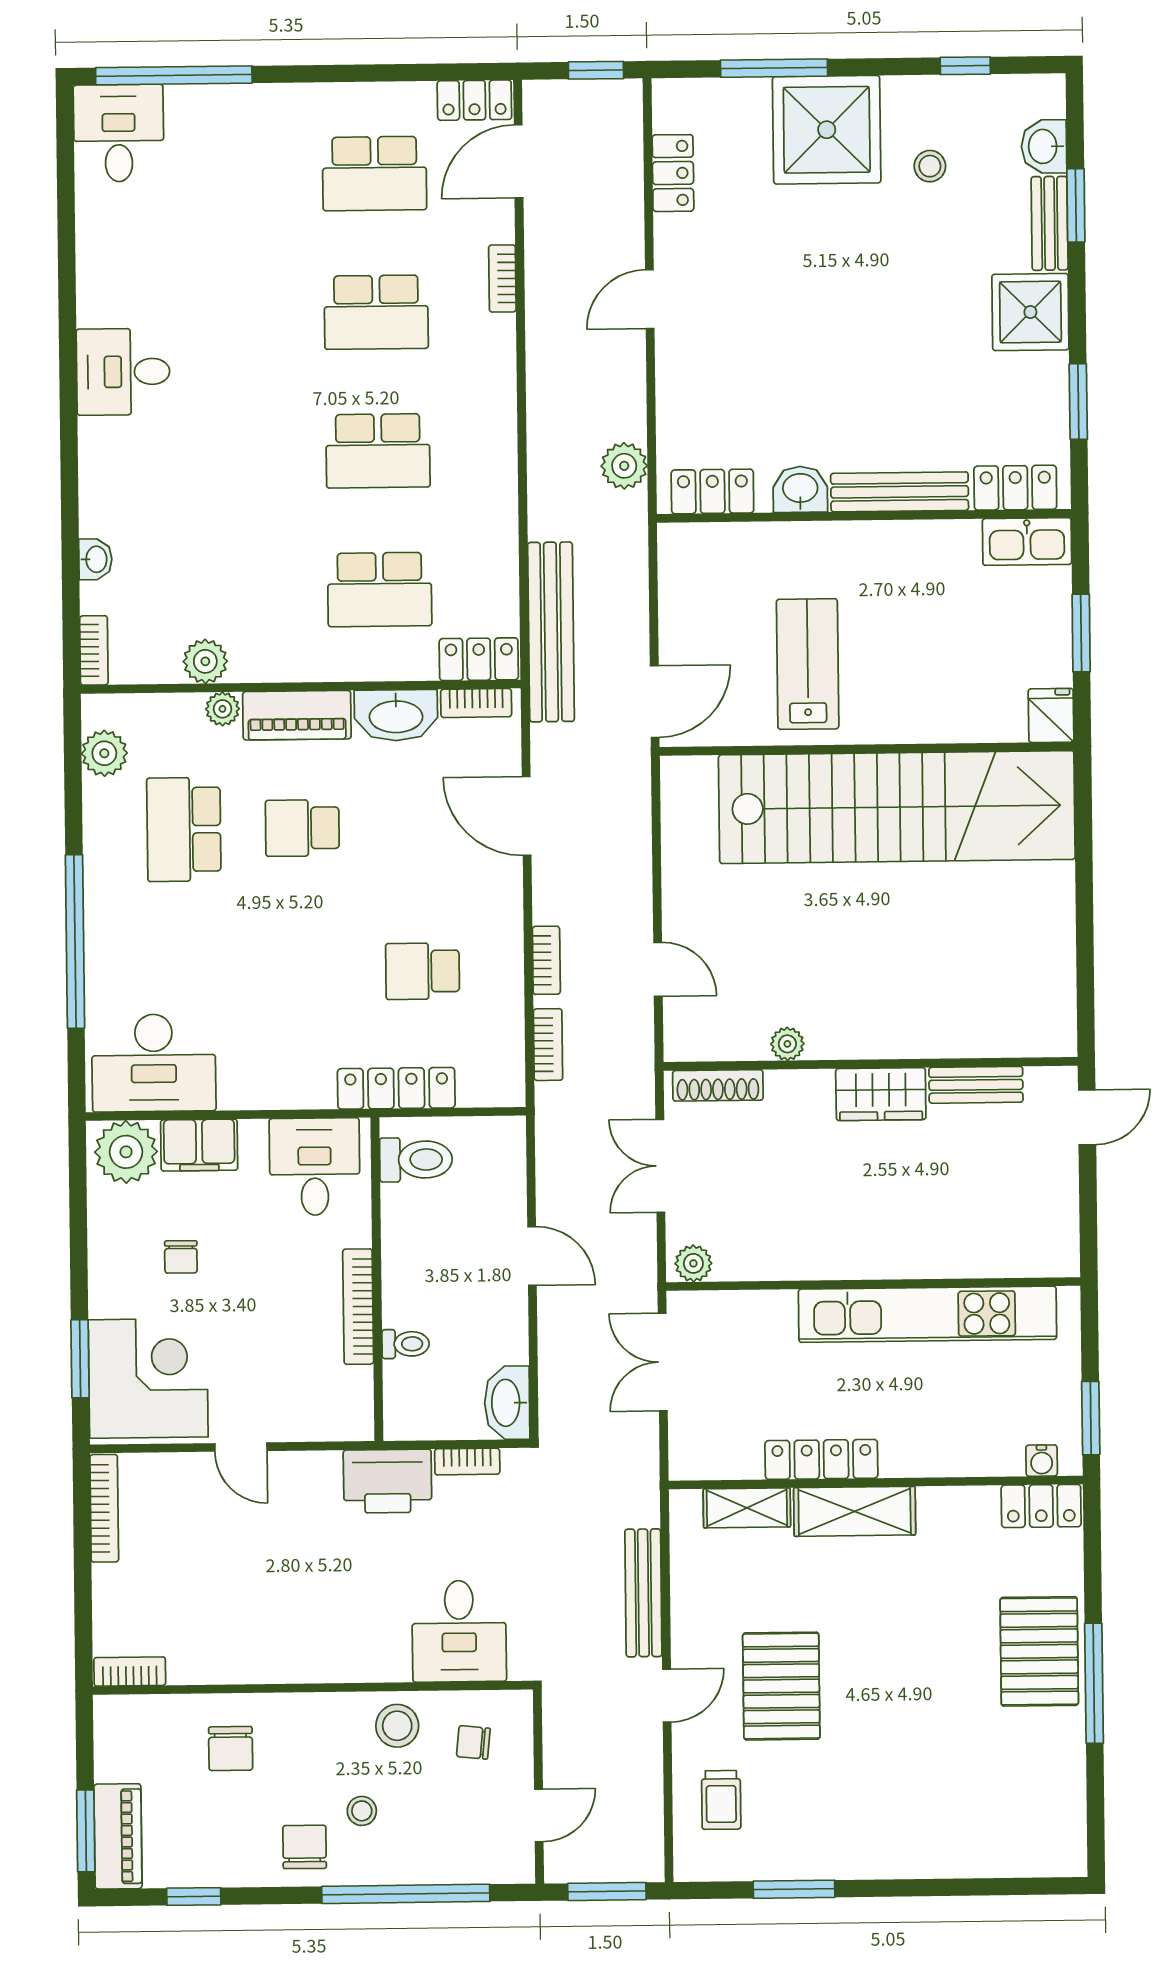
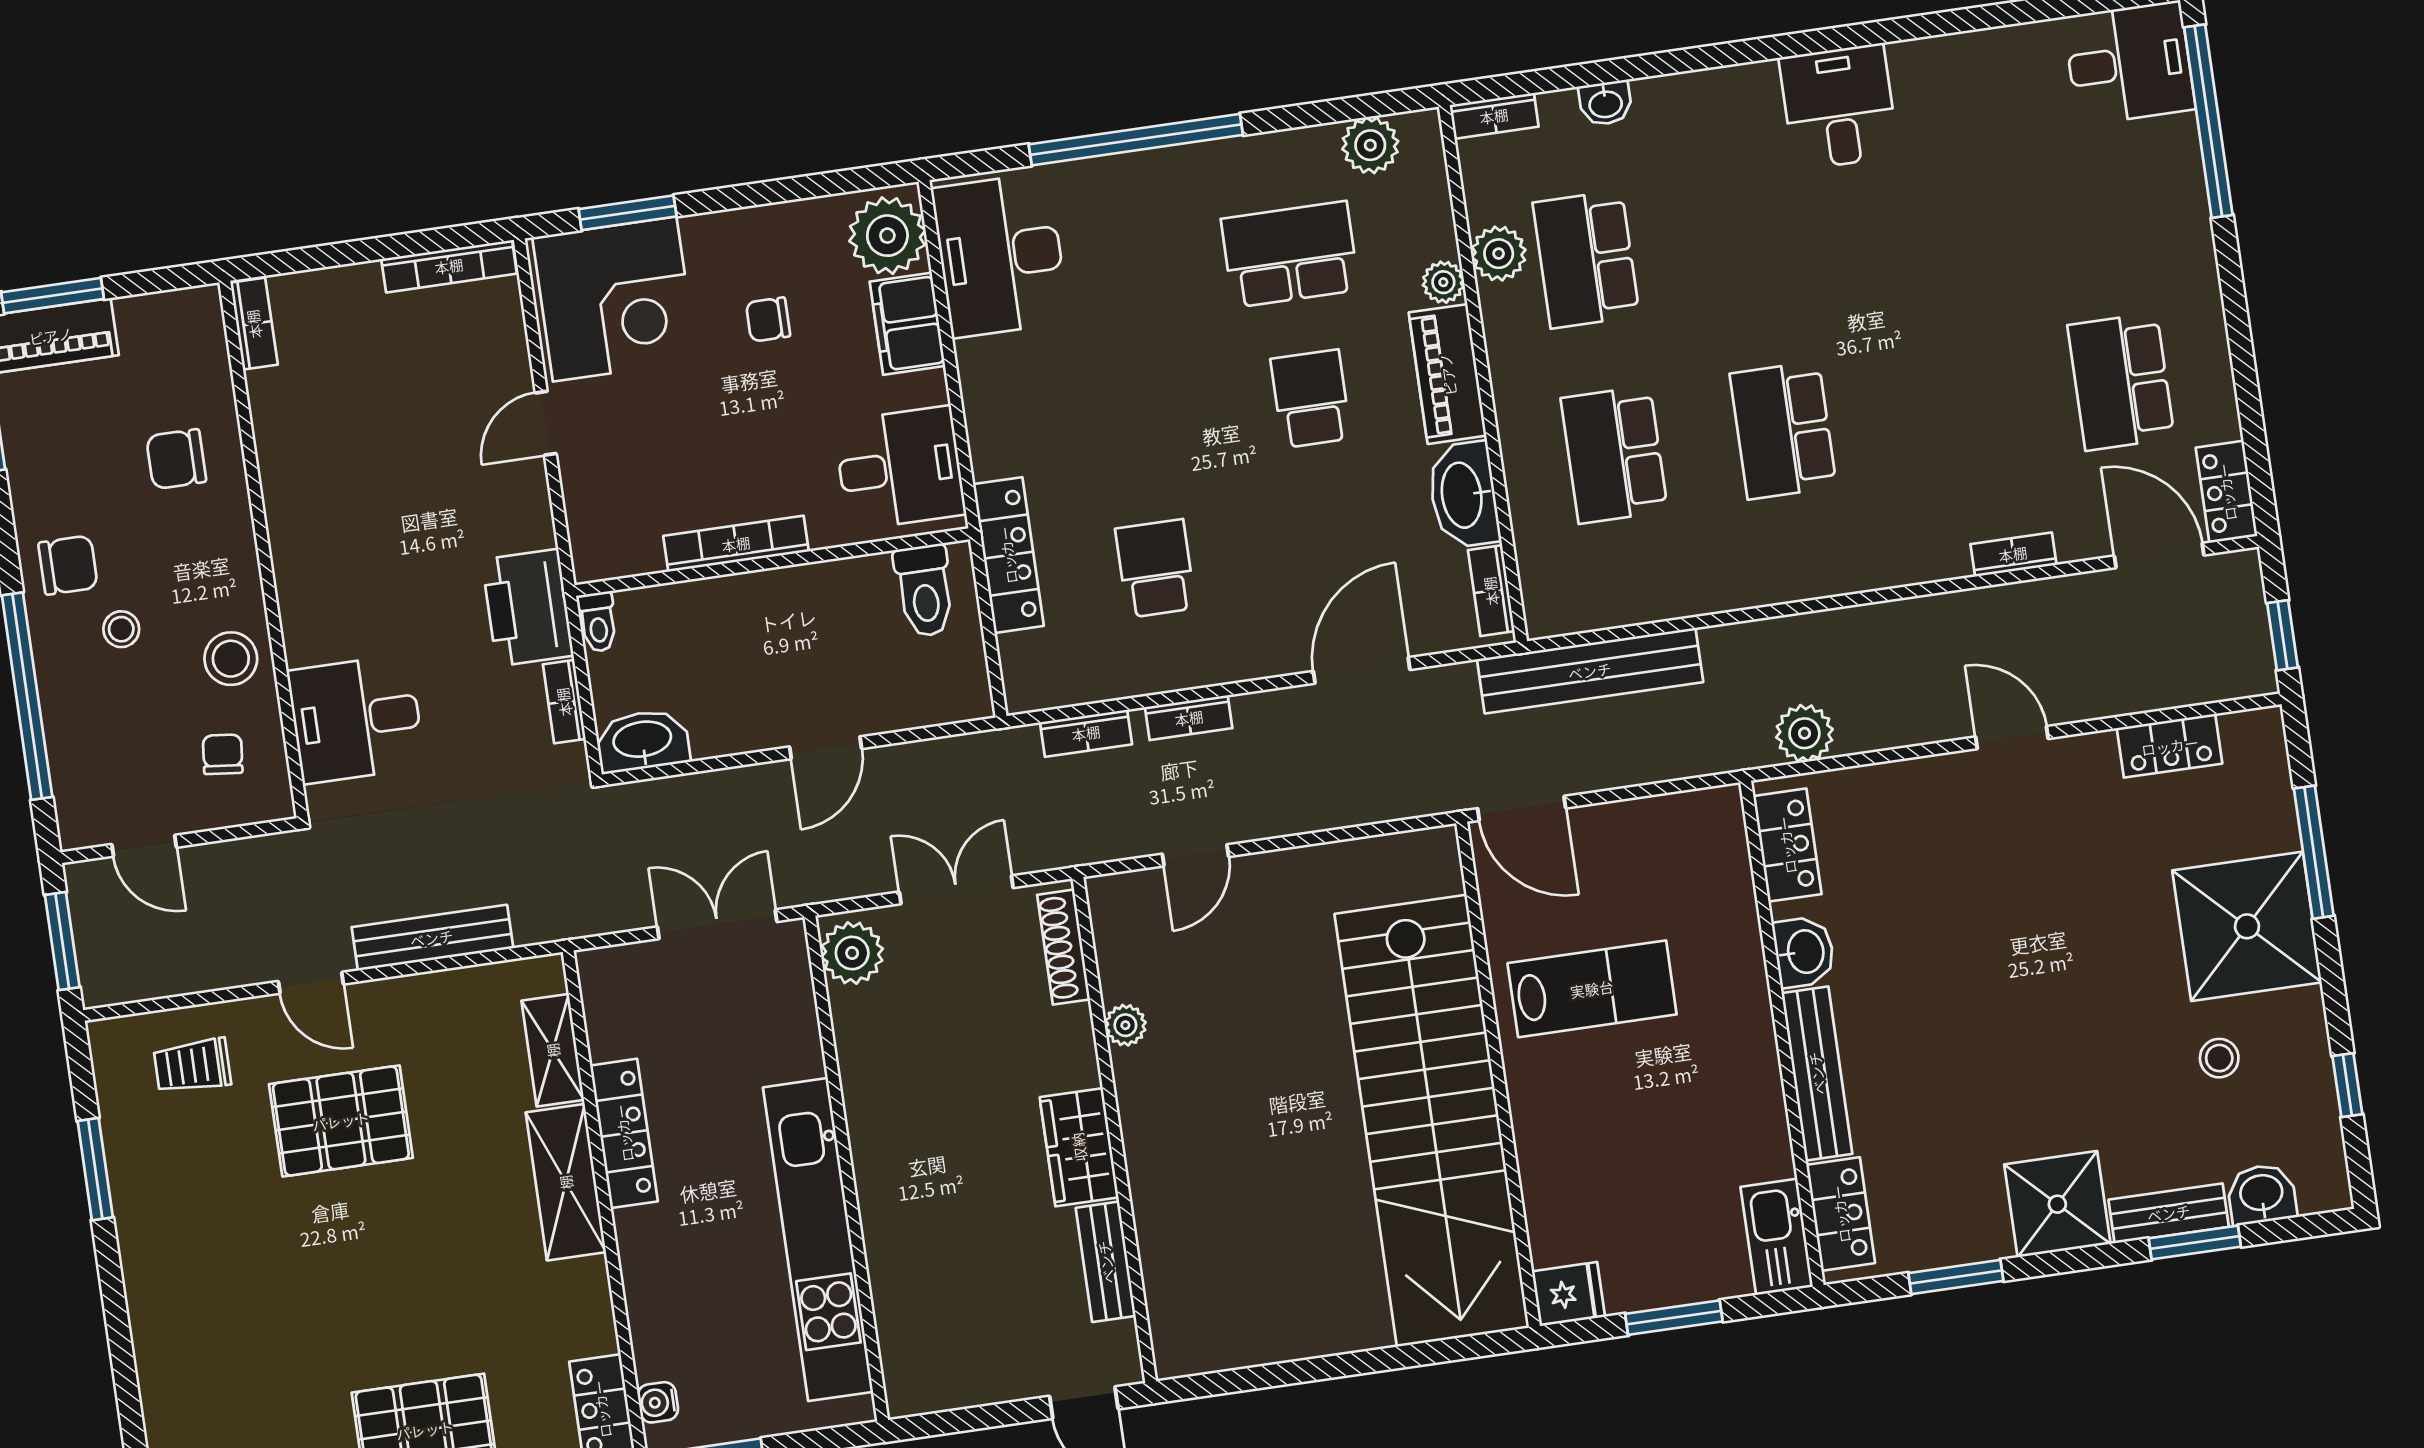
school desk: (376, 312) -> (1586, 259), moved
locker: (479, 659) -> (1545, 587), removed
plant: (693, 1263) -> (852, 953), width x1.38, depth x1.38
toilet: (406, 1344) -> (598, 622), moved

